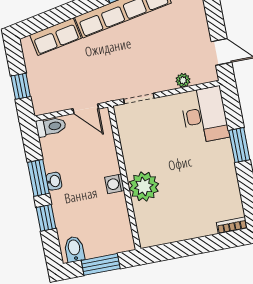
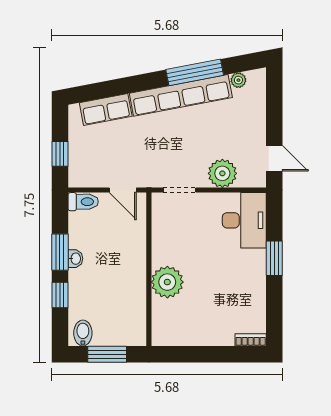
plant: (183, 80) -> (222, 173), width x1.88, depth x1.88
washing machine: (114, 184) -> (137, 274), removed

